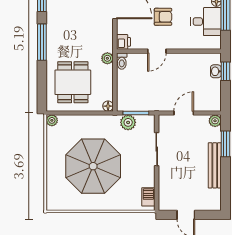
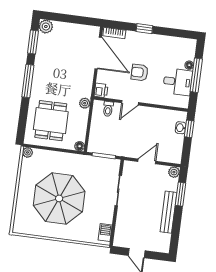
armchair: (163, 17) -> (140, 73), turned 180
toilet: (122, 61) -> (108, 109), moved
plant: (128, 122) -> (96, 163), removed

